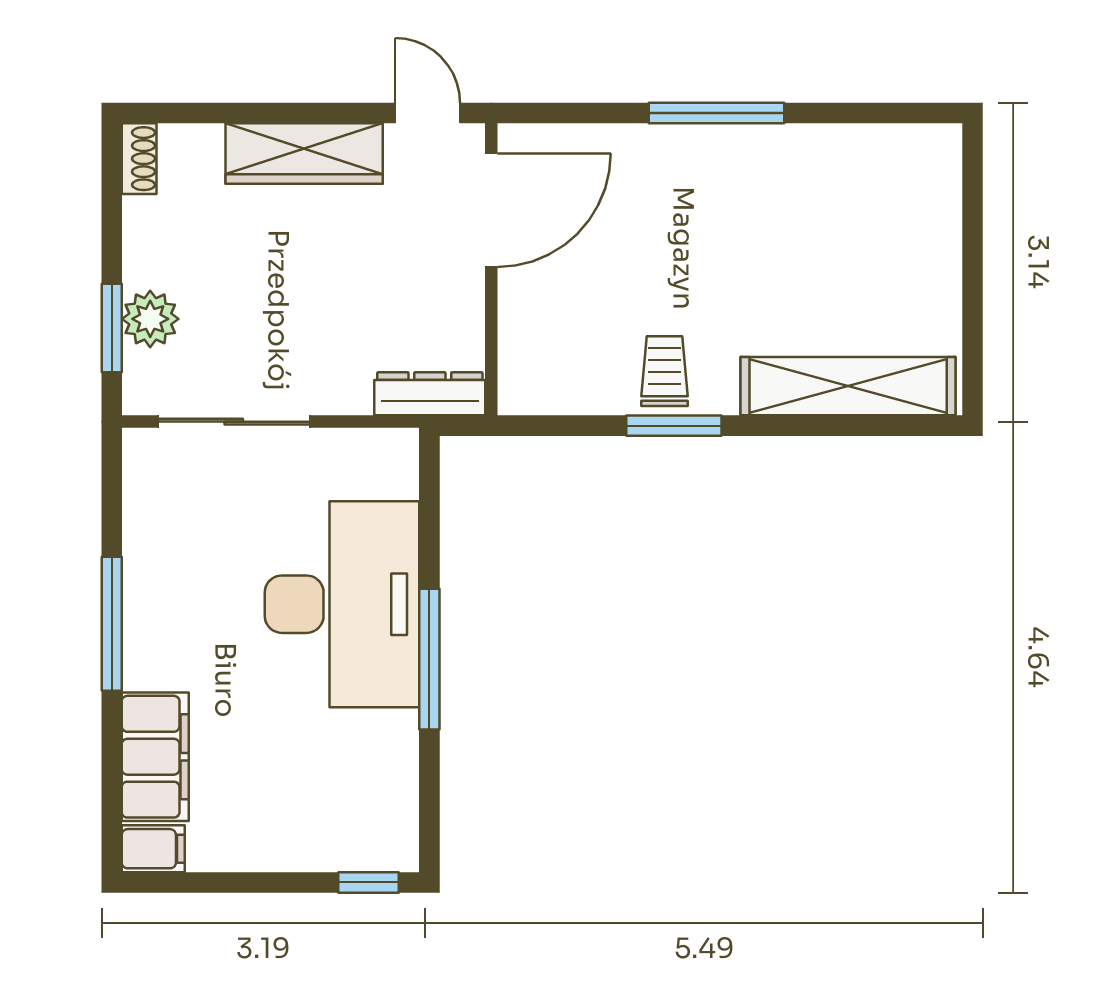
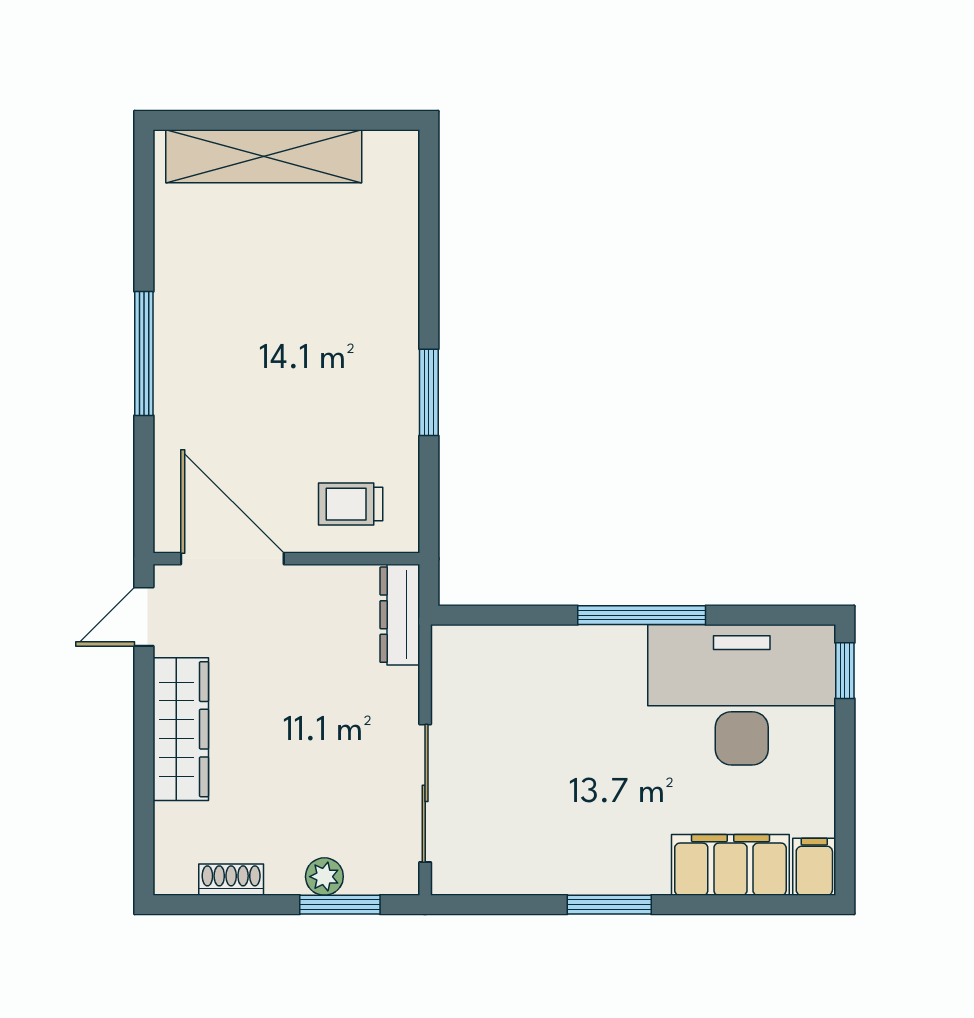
shoe rack: (139, 159) -> (231, 880), moved
plant: (150, 319) -> (324, 877), width x0.73, depth x0.73
trolley: (664, 371) -> (351, 504), moved
shelving: (848, 386) -> (264, 156), moved, turned 90
desk: (342, 604) -> (742, 695), moved
window: (112, 624) -> (609, 905), width x0.69

